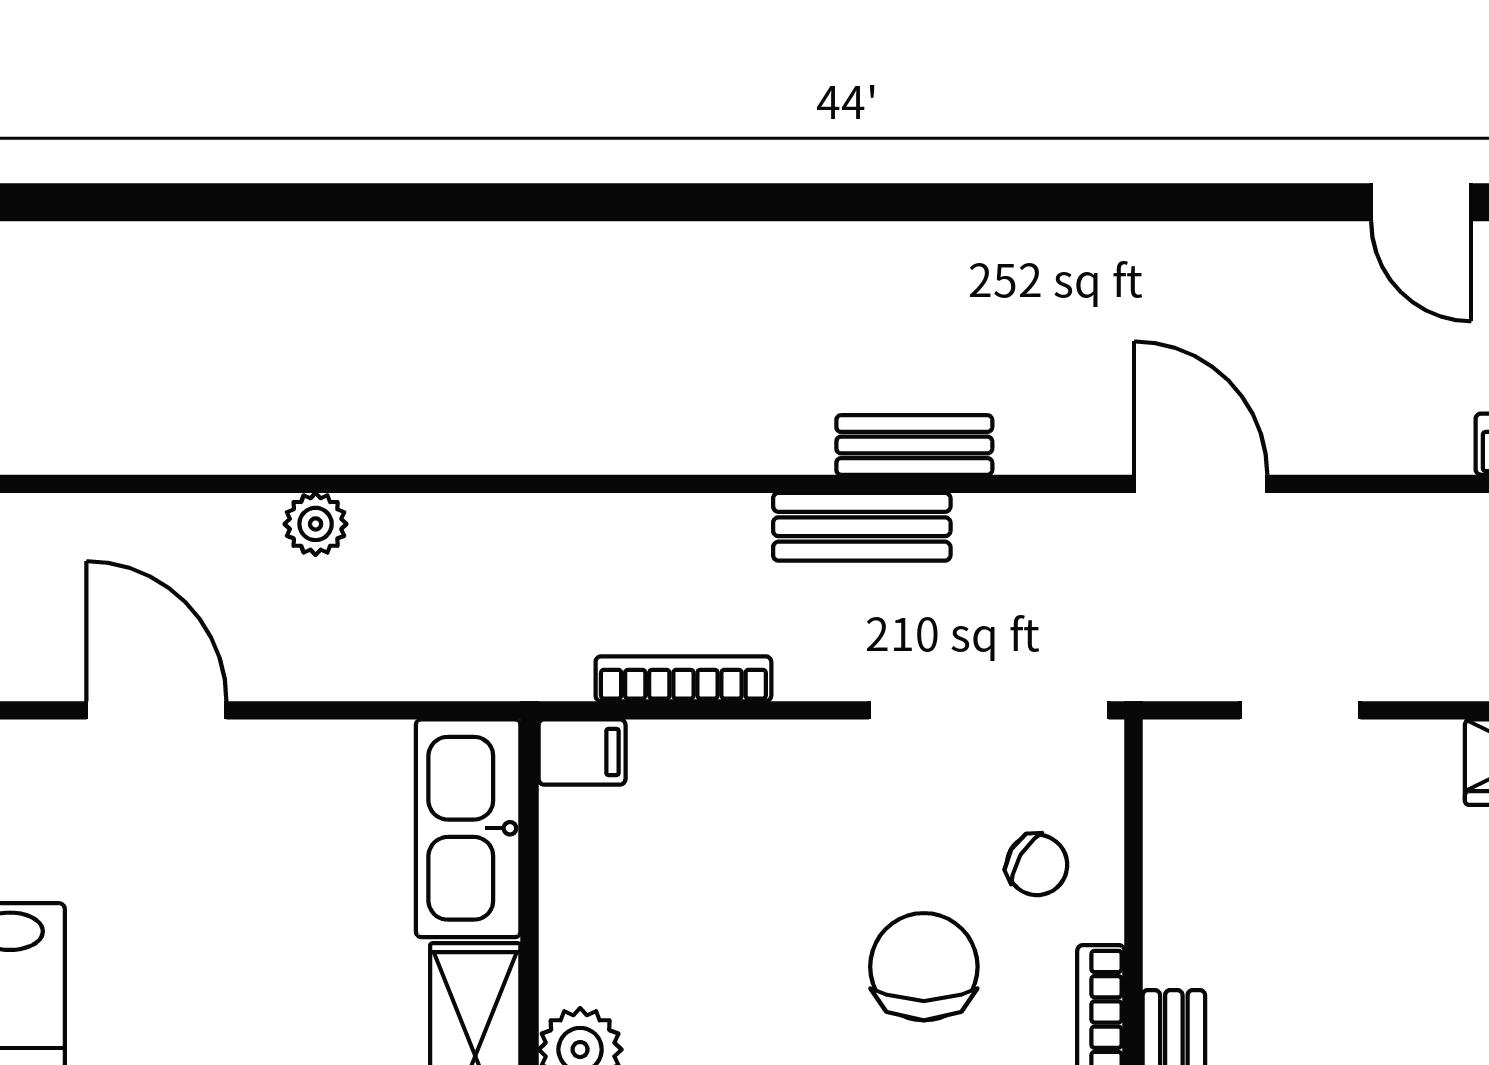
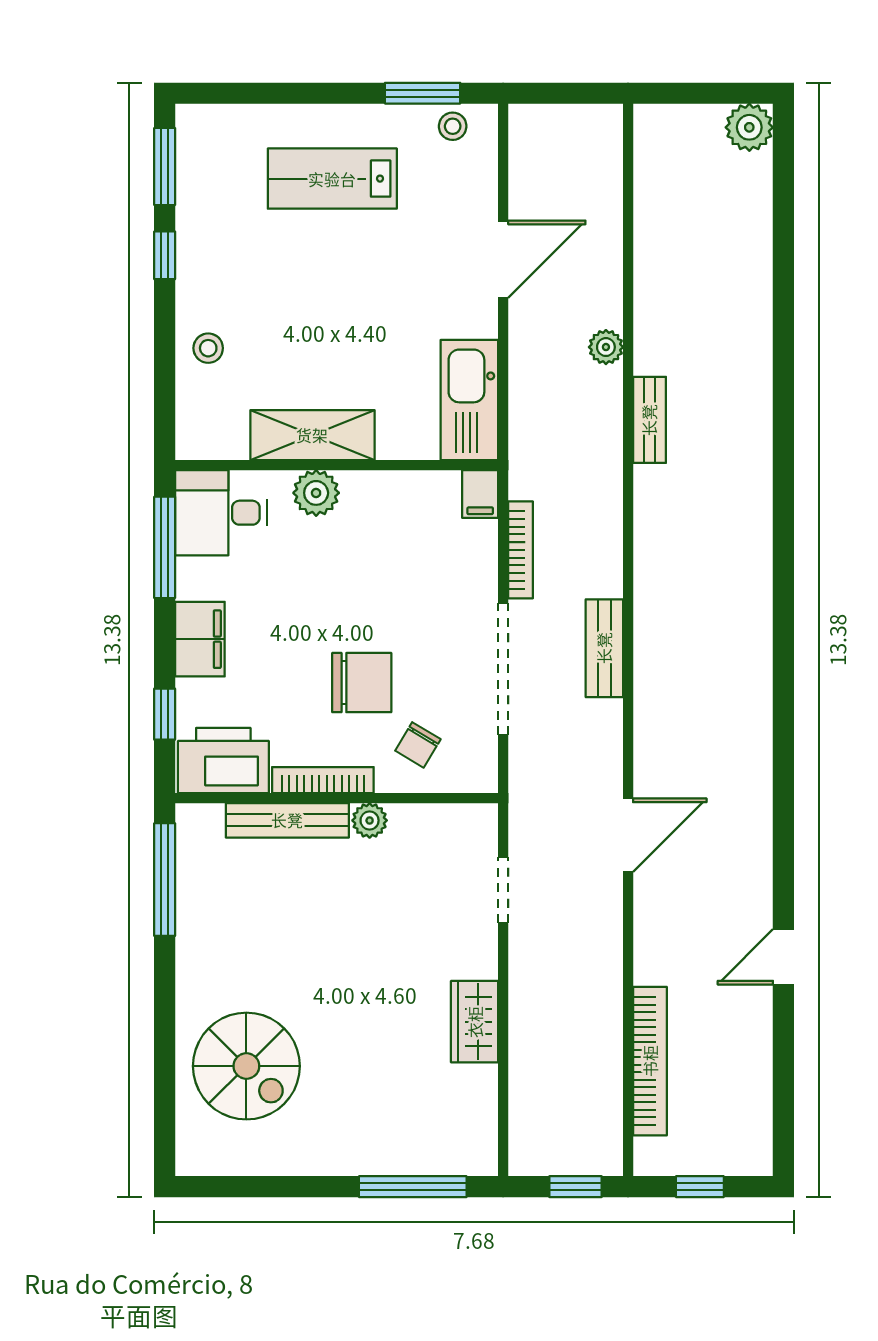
bench: (914, 445) -> (649, 420), moved
doorway: (989, 710) -> (503, 669), moved
kitchen sink: (468, 828) -> (469, 400), moved, turned -90
plant: (1174, 953) -> (370, 820), added

